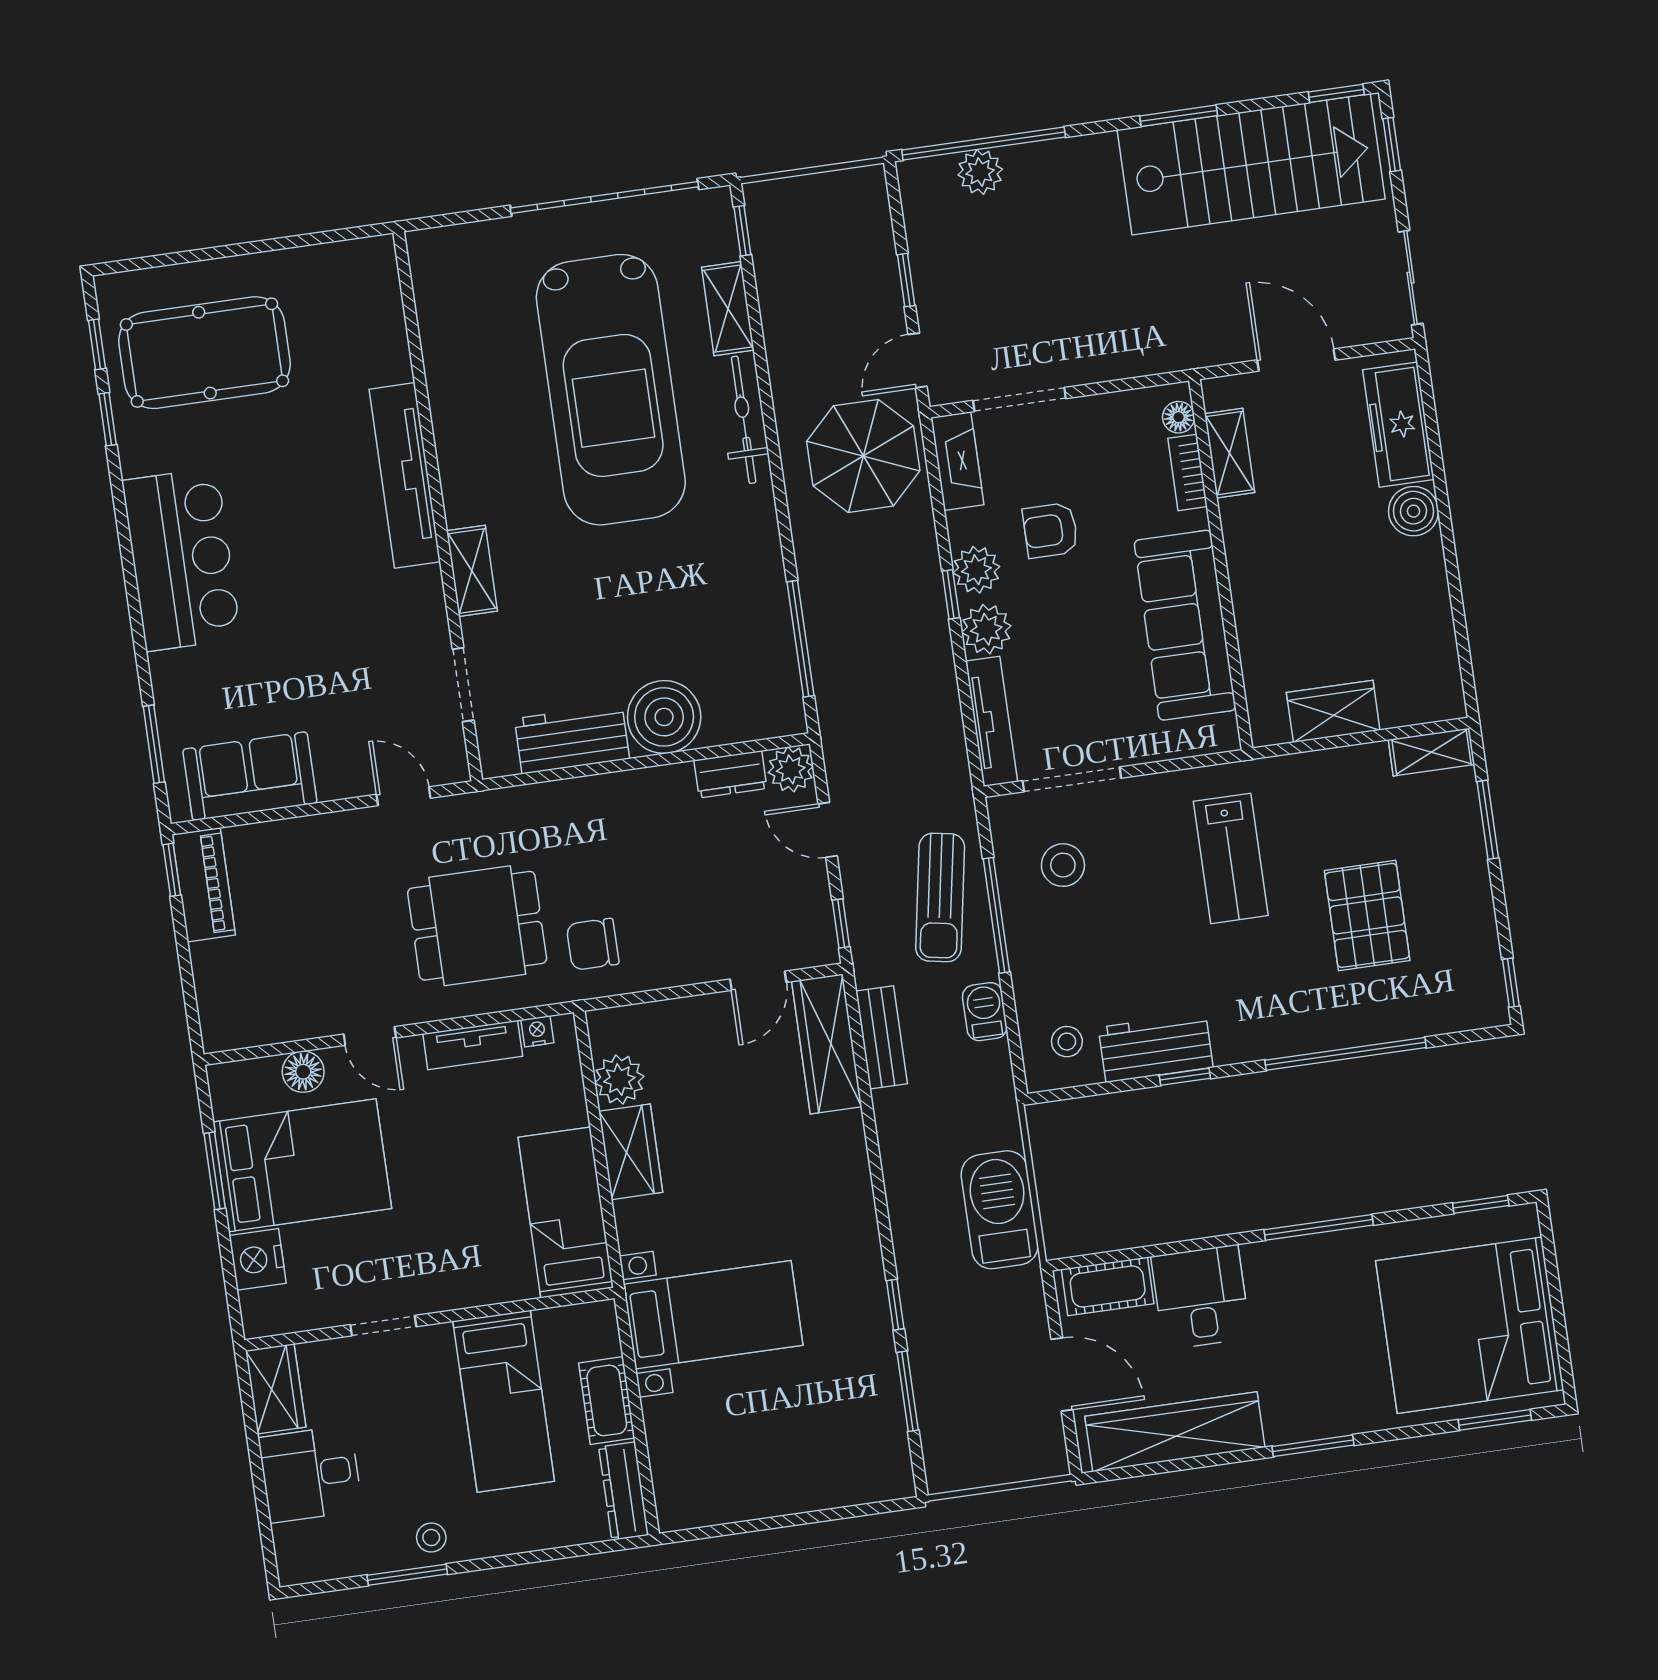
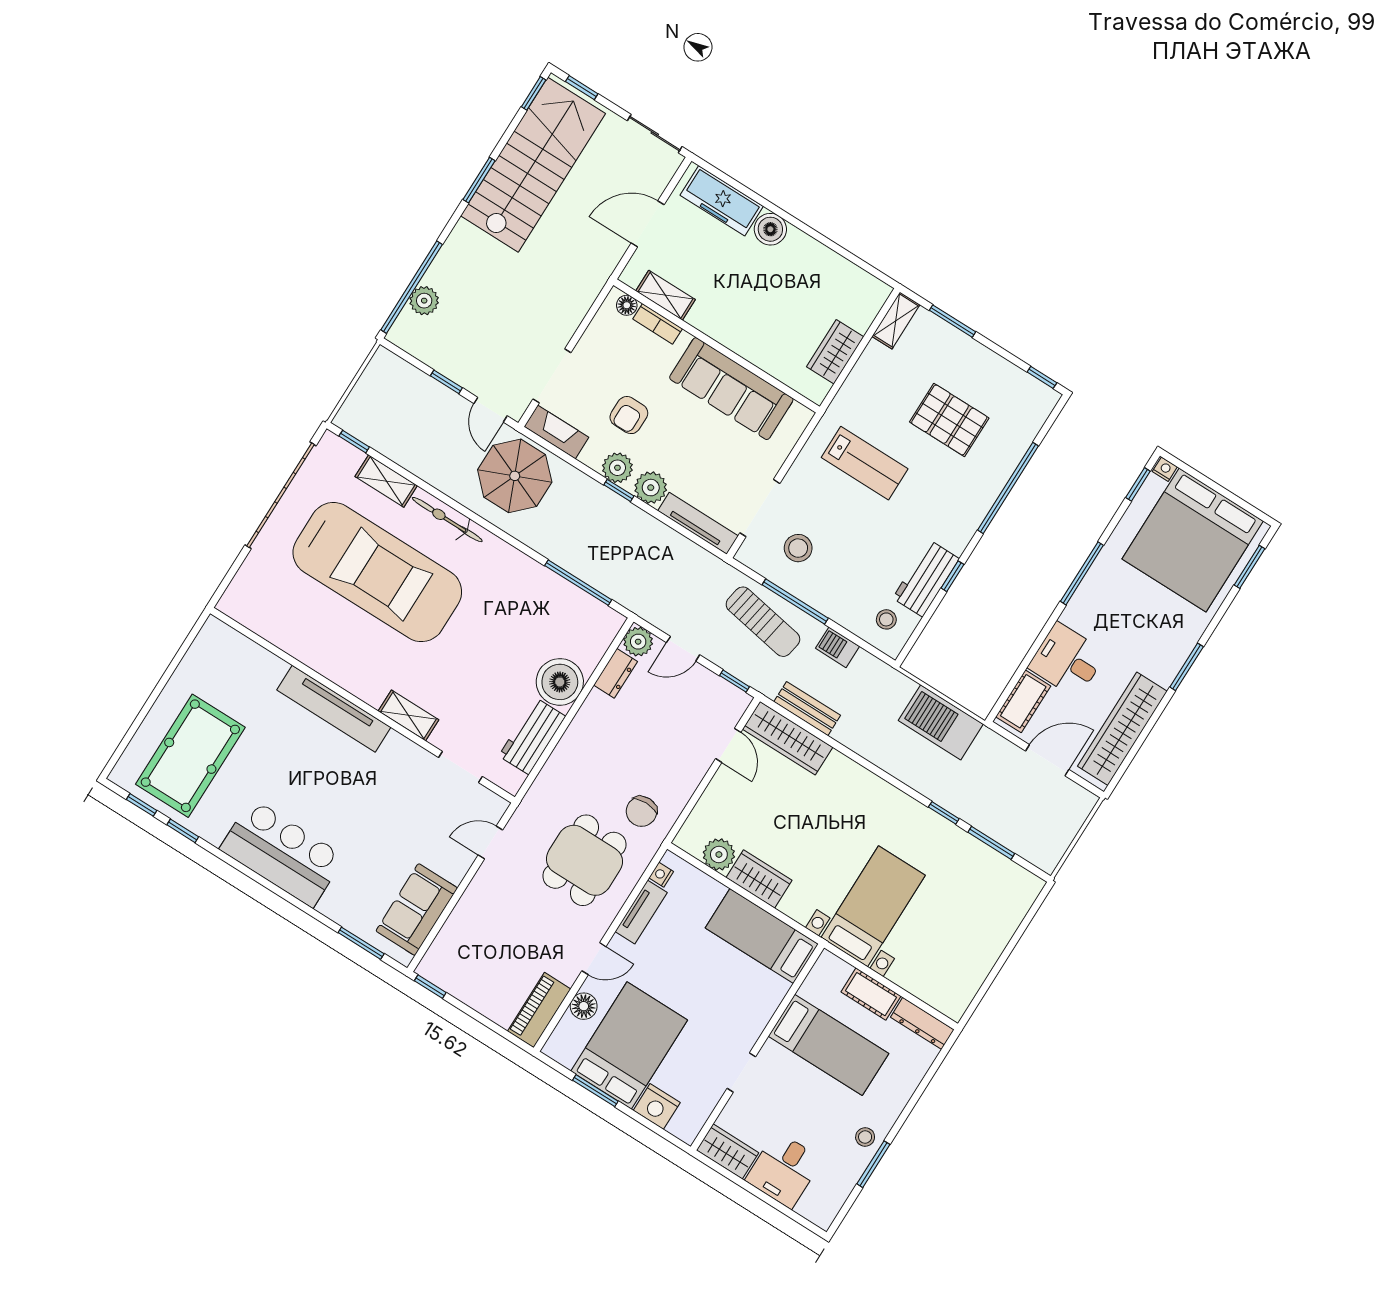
piano: (204, 885) -> (539, 1010), moved, turned -90
nightstand: (1526, 1221) -> (1165, 469), added

